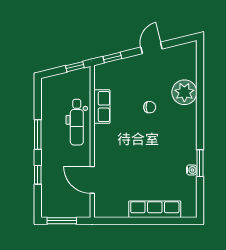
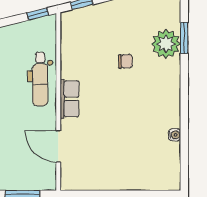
row of seats: (102, 107) -> (69, 99), moved
window: (200, 163) -> (184, 38), moved
row of seats: (155, 209) -> (131, 181), removed

